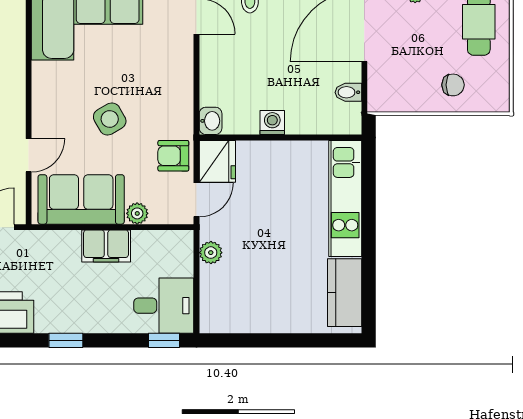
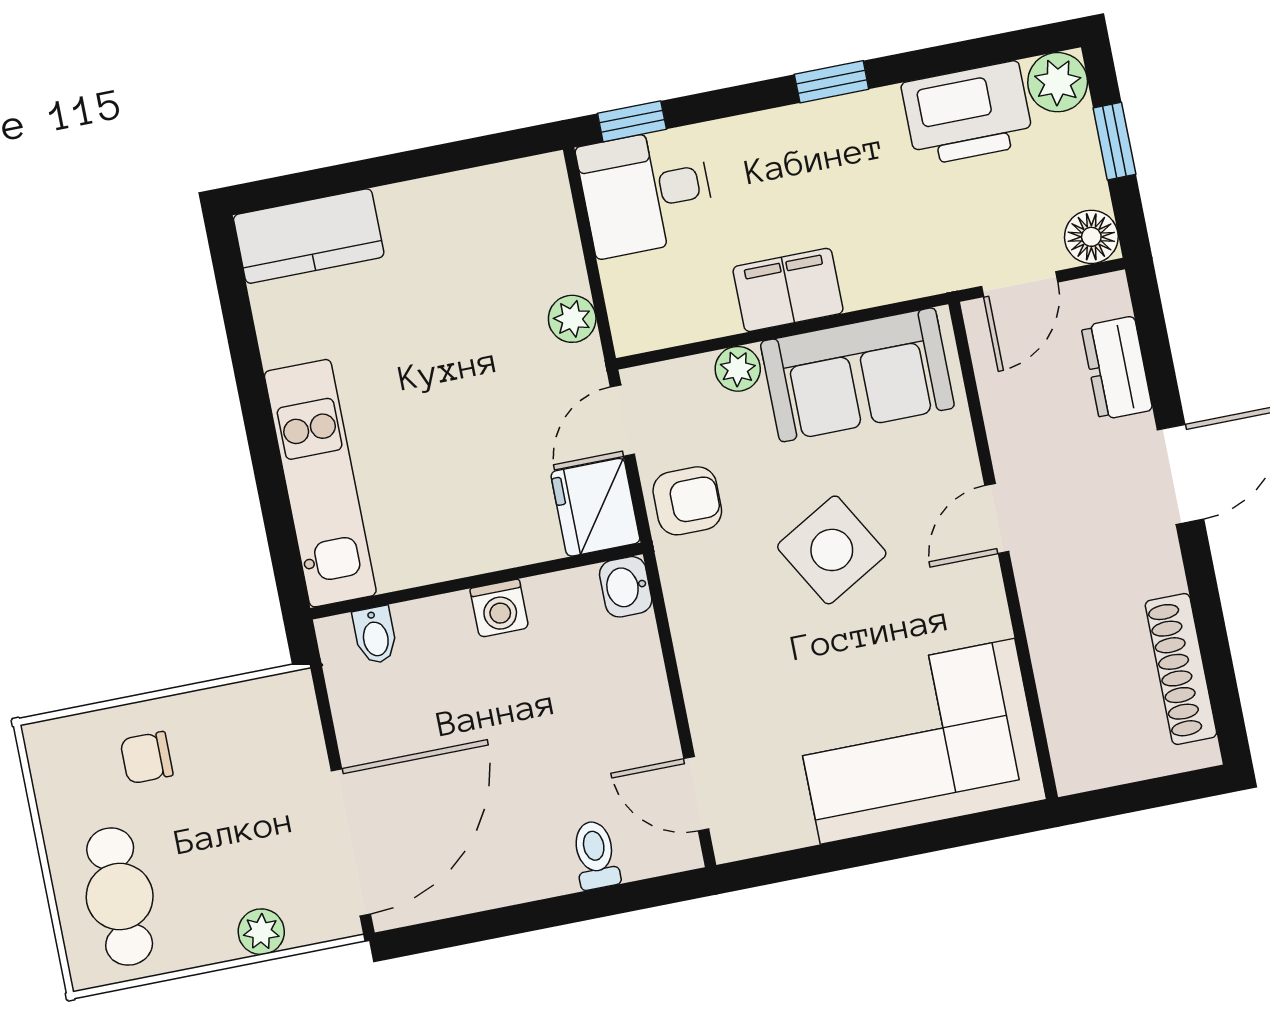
bidet: (348, 92) -> (375, 635), moved, turned 90
side table: (110, 119) -> (832, 550), width x1.37, depth x1.37
door: (29, 155) -> (997, 519), moved
kitchen counter: (345, 293) -> (309, 236), moved, turned 90

